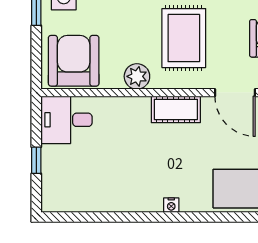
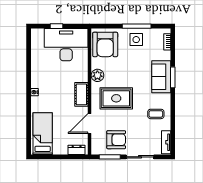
armchair: (74, 61) -> (105, 44), turned 90
desk: (66, 120) -> (66, 45), width x1.87, depth x1.30

